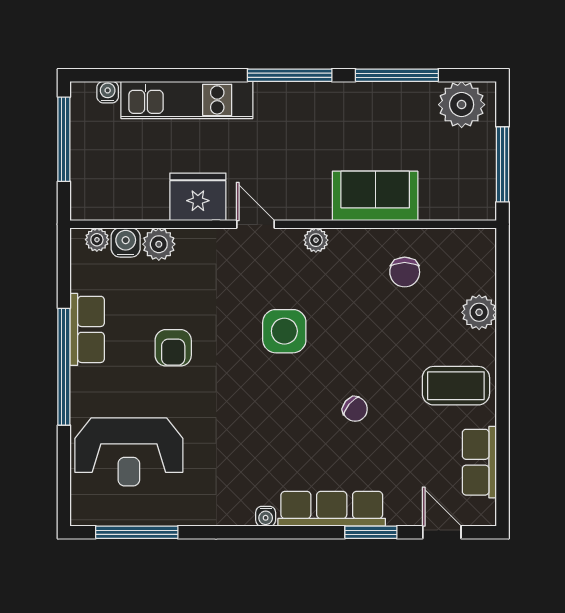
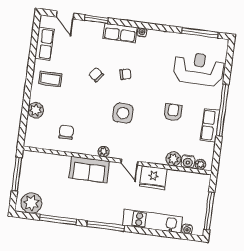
sofa: (375, 196) -> (89, 170), moved
coffee table: (456, 386) -> (50, 79), width x0.73, depth x0.77
chair: (290, 418) -> (125, 74), added
row of seats: (332, 509) -> (120, 33), width x0.68

